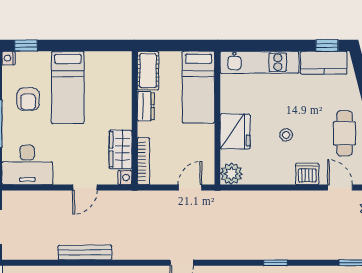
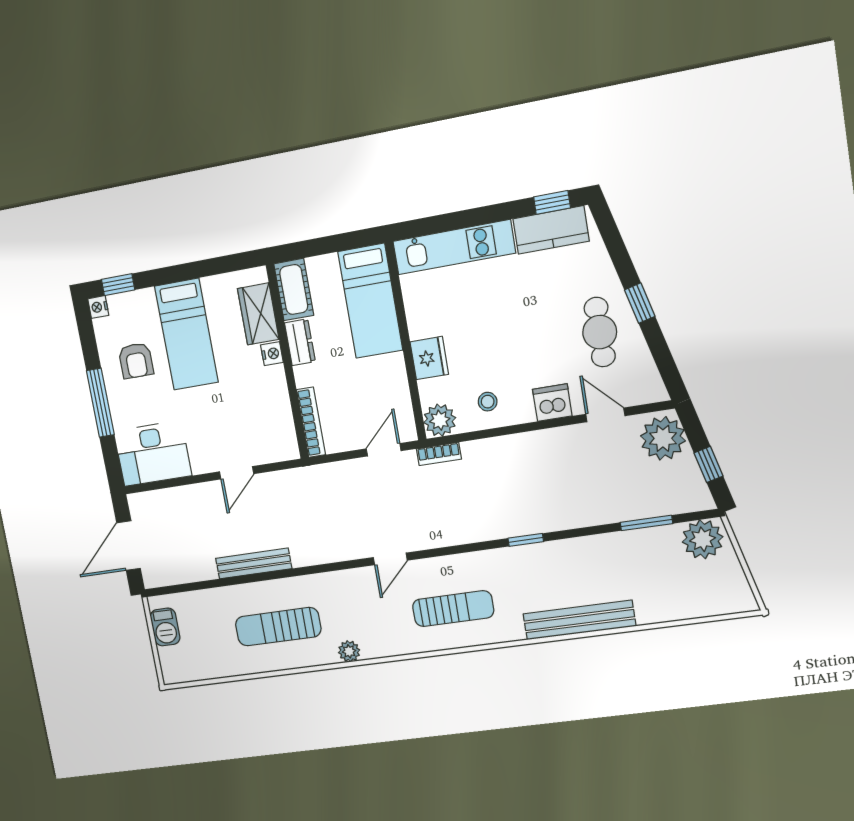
fridge: (235, 131) -> (429, 358), width x0.73, depth x0.75
stool: (286, 135) -> (488, 402), moved
wardrobe: (121, 149) -> (258, 314), moved
nightstand: (125, 178) -> (272, 354), moved
bookcase: (227, 196) -> (439, 454), added

